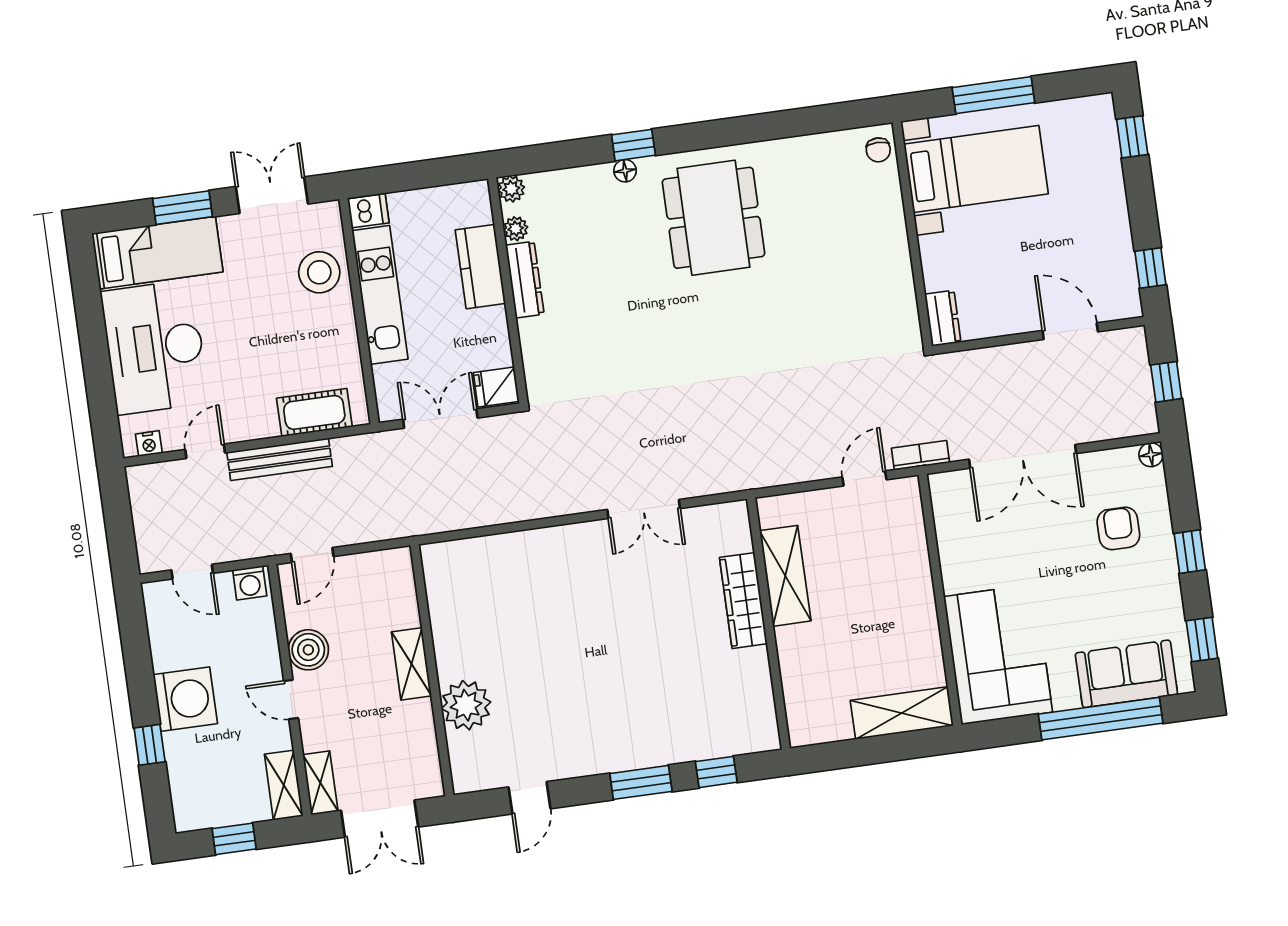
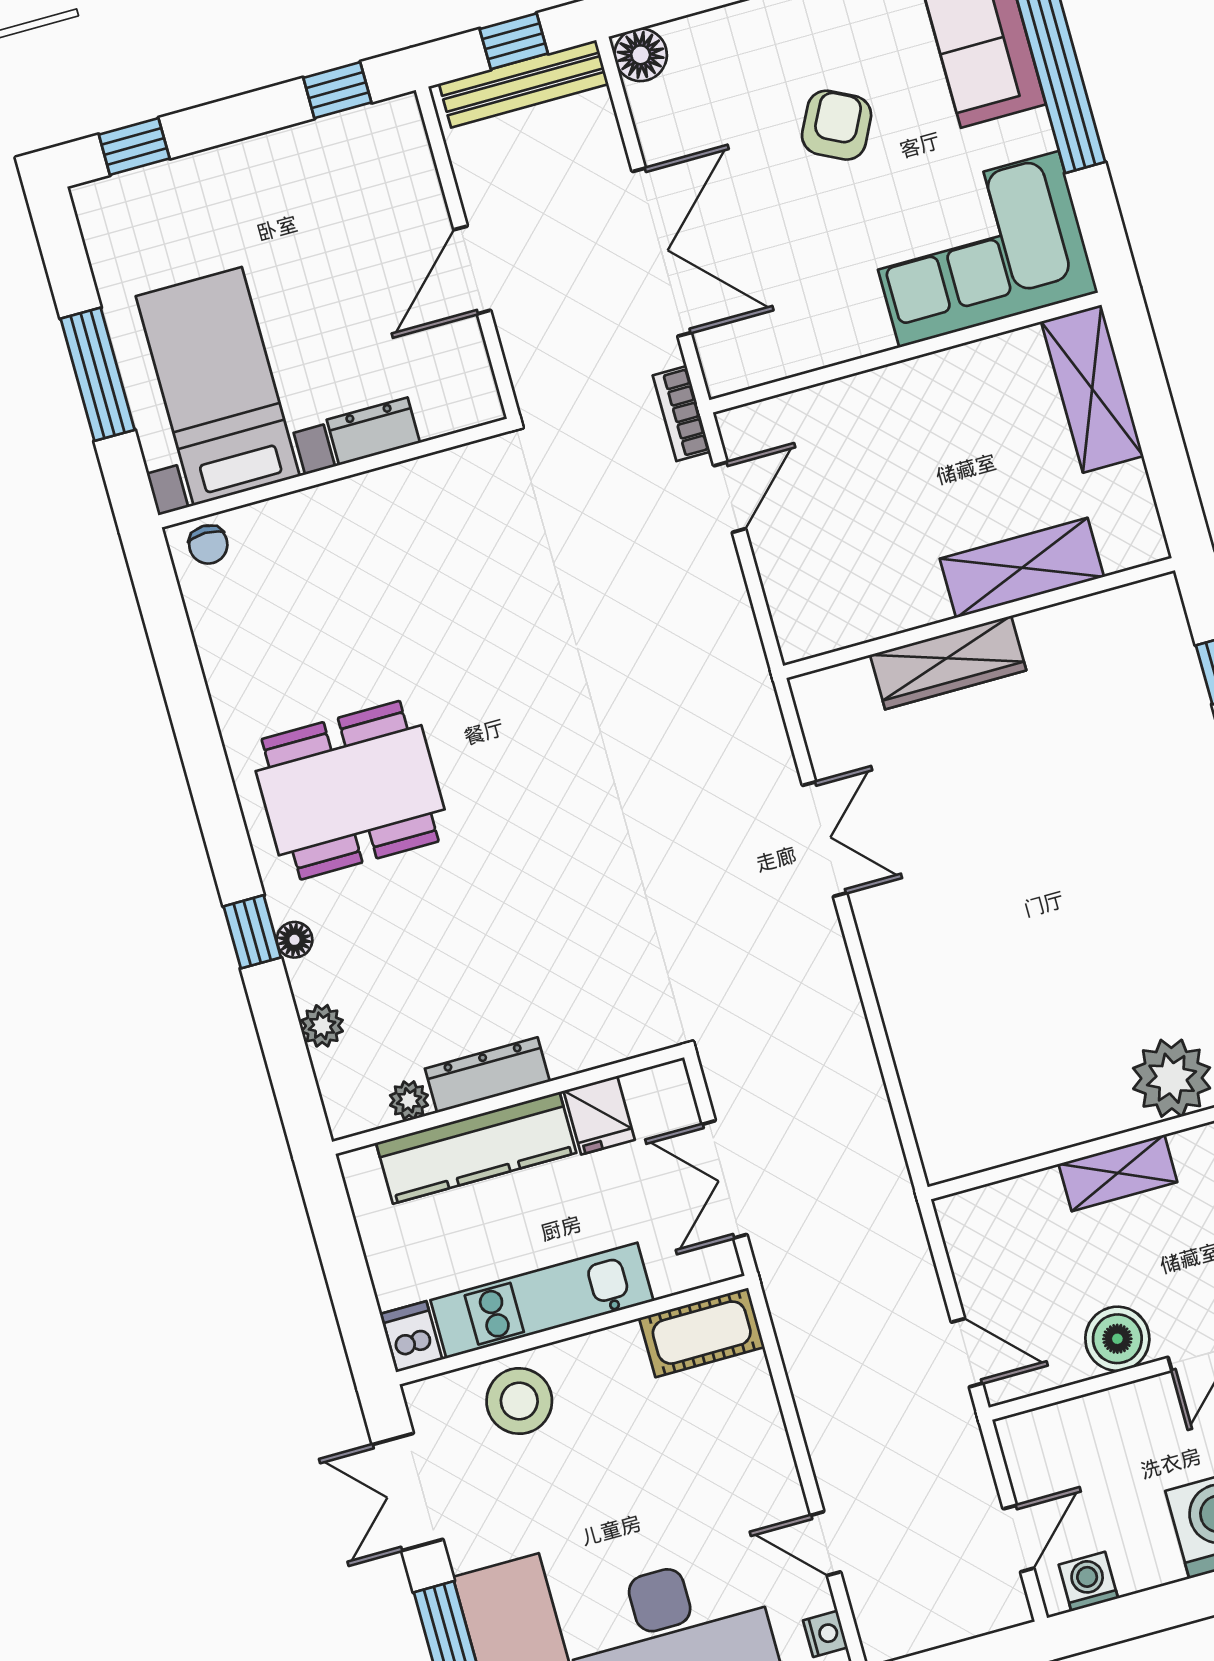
chair: (878, 150) -> (208, 545), turned 90
plant: (511, 189) -> (322, 1026), moved
kitchen counter: (480, 267) -> (476, 1148), width x1.50
dresser: (943, 318) -> (373, 431), moved
door: (1070, 331) -> (472, 270), moved
fridge: (496, 387) -> (599, 1115), moved
cot: (314, 412) -> (702, 1333), moved, turned 90
floor lamp: (1151, 455) -> (641, 55), width x1.37, depth x1.37
bench: (280, 459) -> (524, 84), moved, turned 90
door: (864, 478) -> (730, 497), swing flipped
armchair: (1118, 528) -> (837, 125), moved, turned 117
shelving: (785, 576) -> (1022, 568), moved
washing machine: (250, 583) -> (1088, 1582), moved, turned -90

